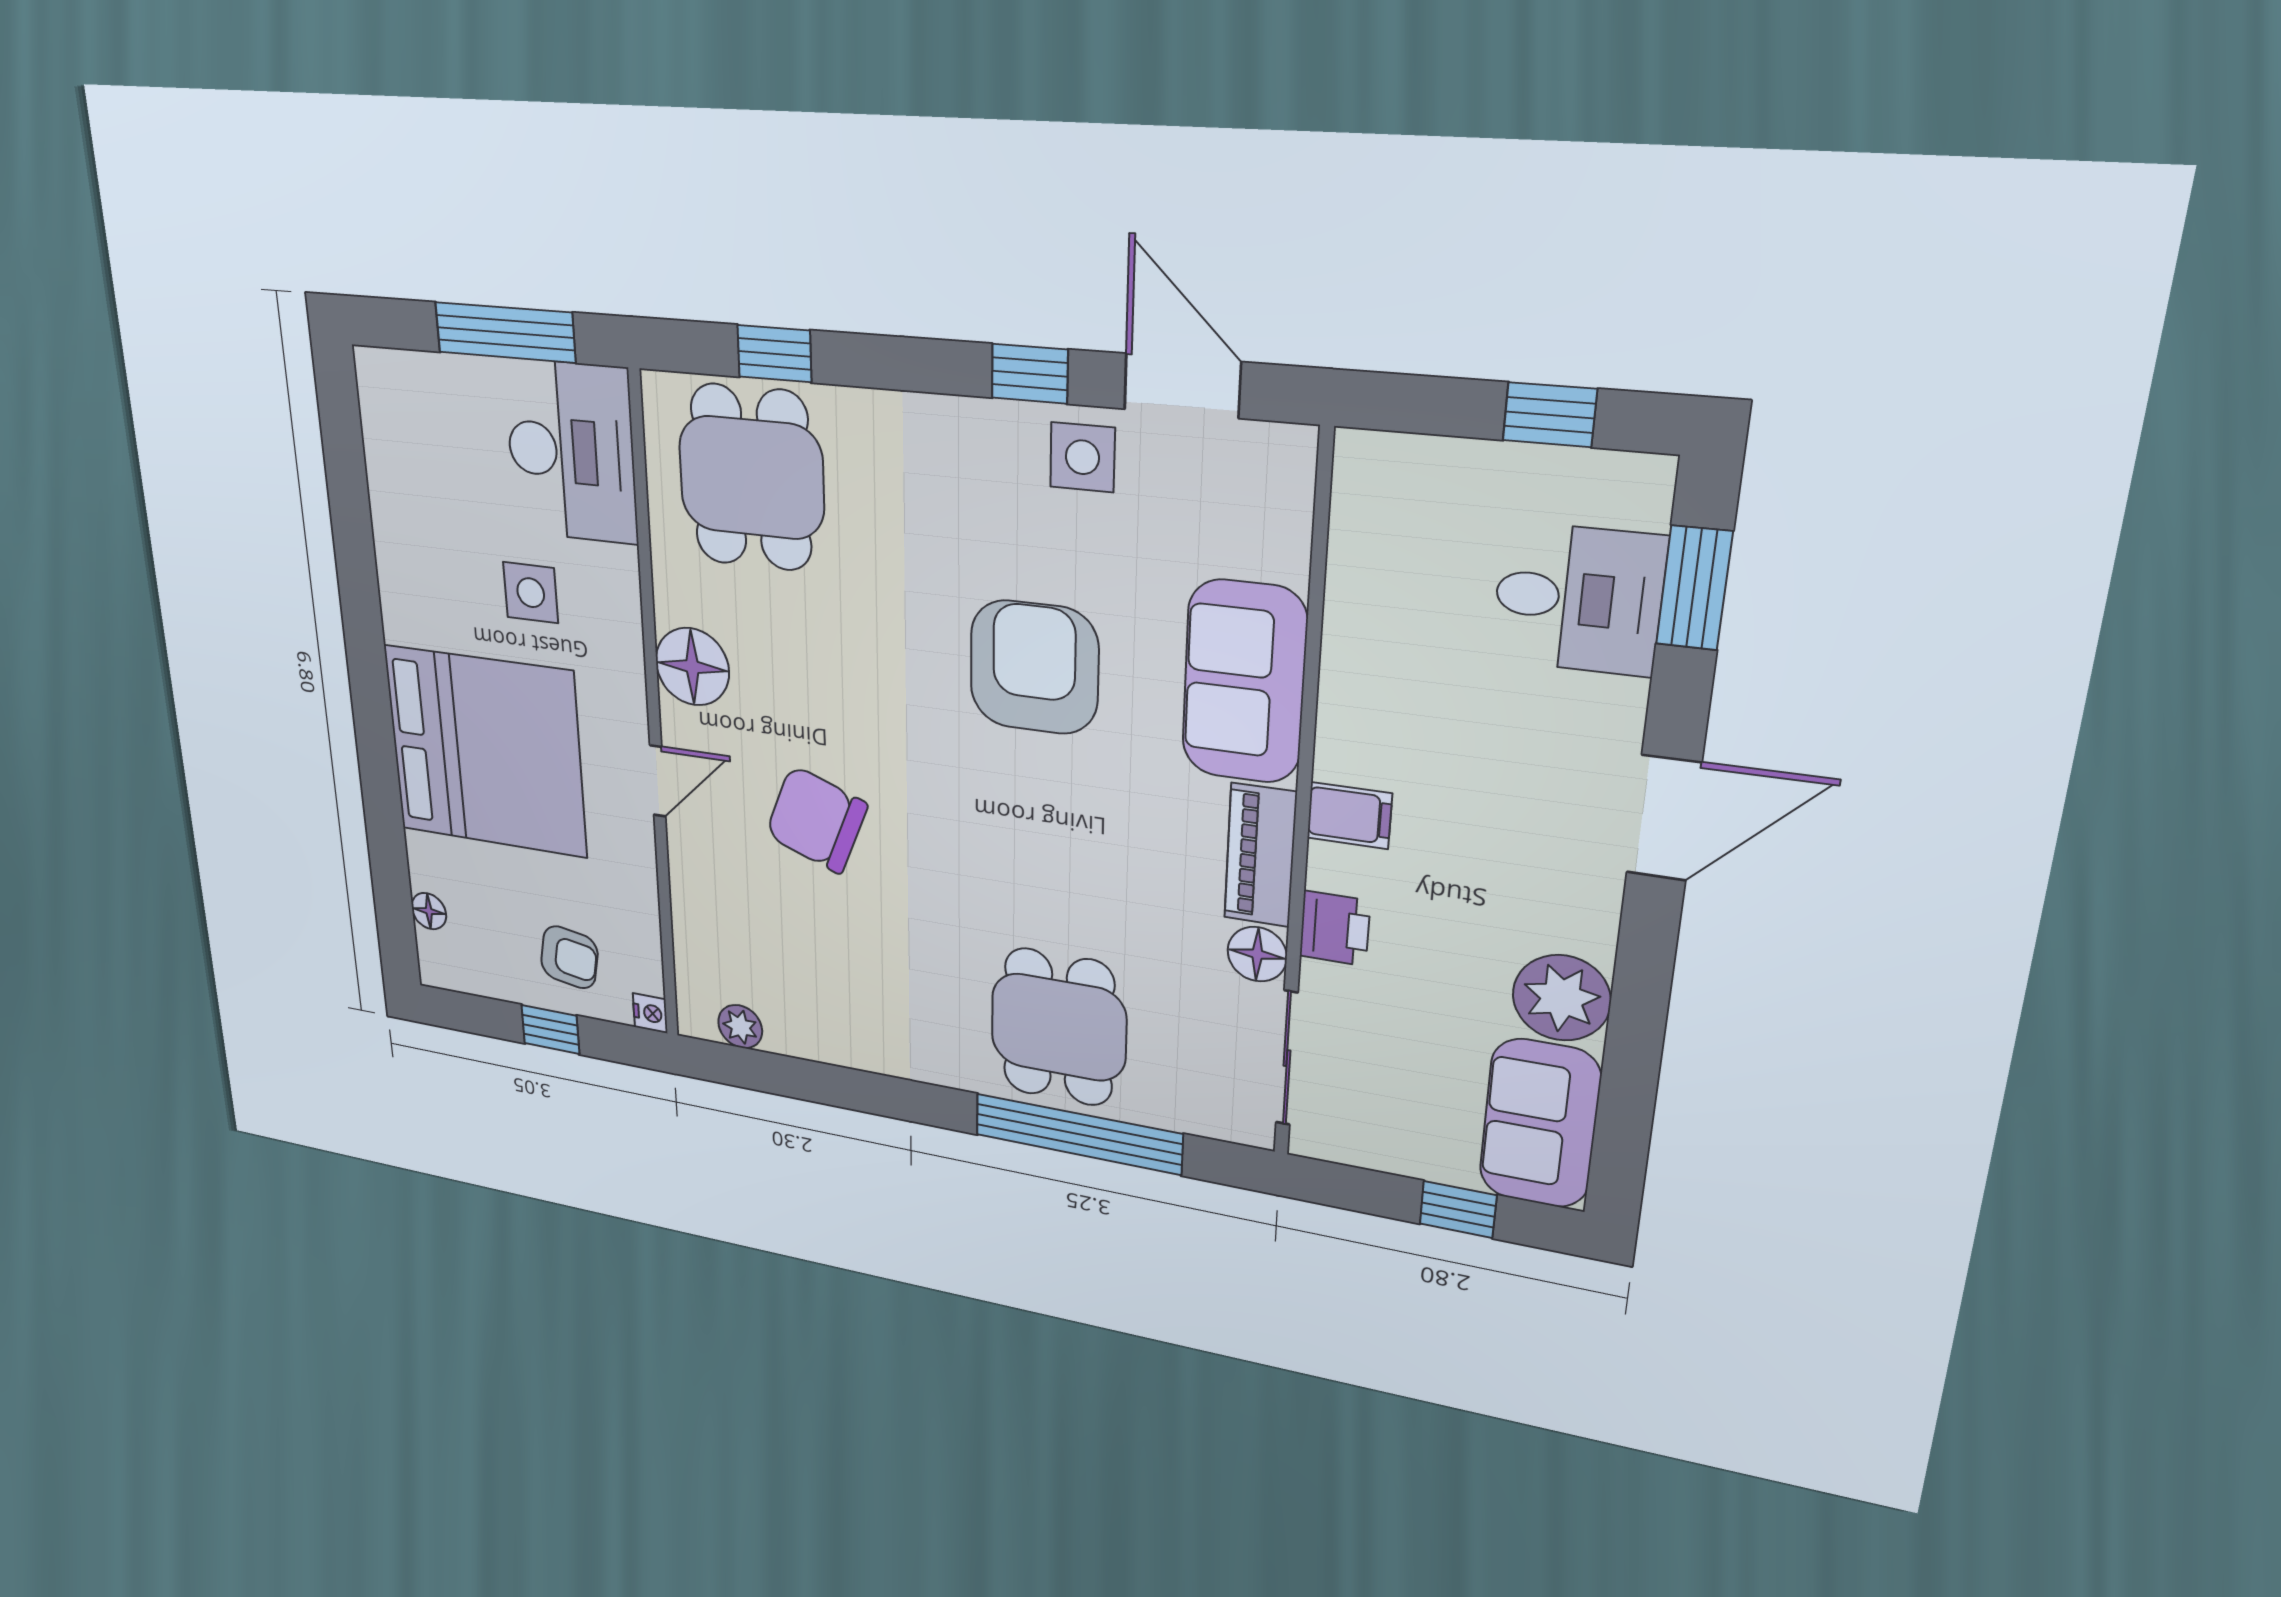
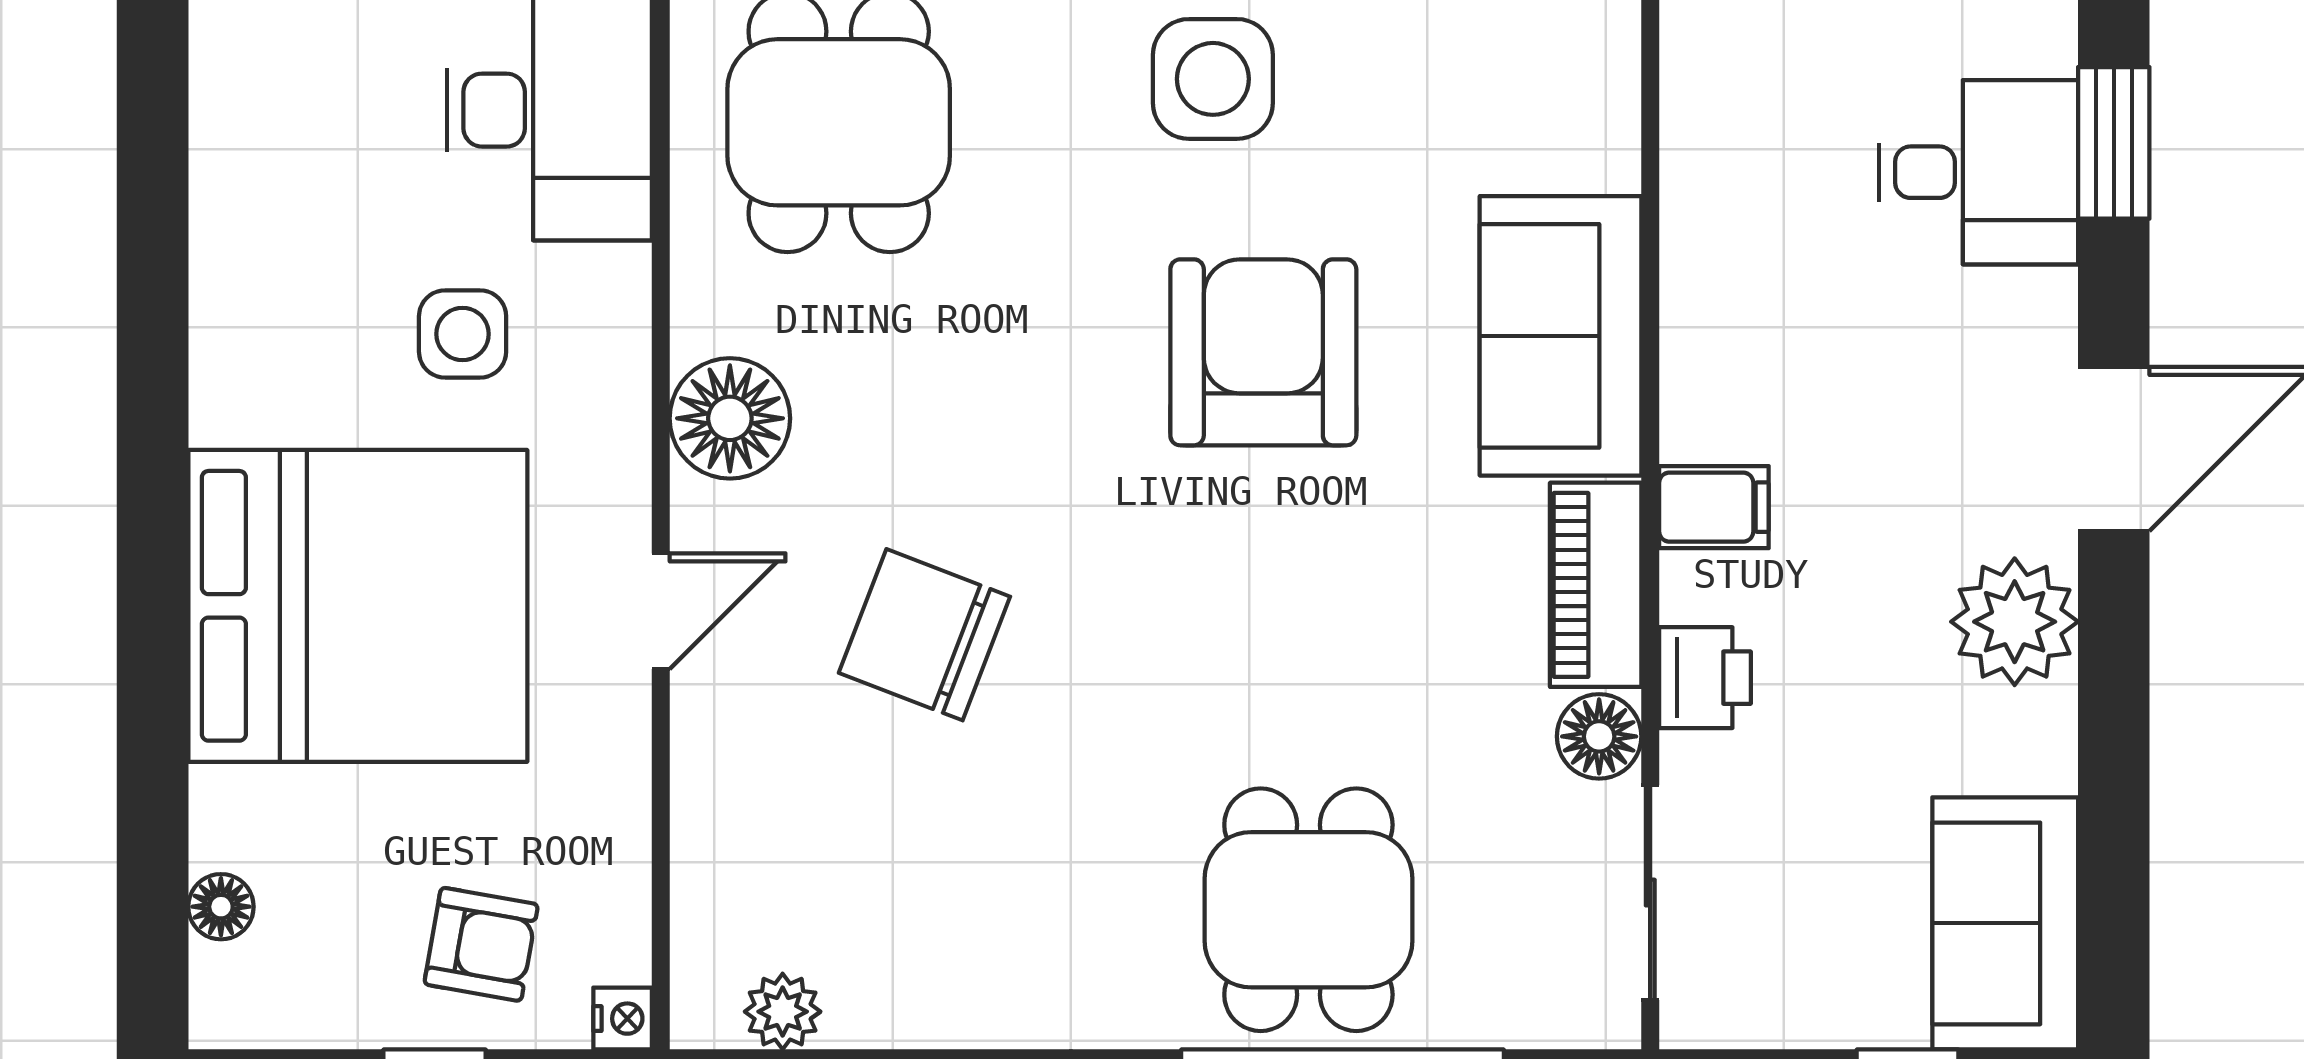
side table: (1082, 457) -> (1213, 79), moved, width x1.37, depth x1.37
plant: (1562, 998) -> (2015, 622), moved

